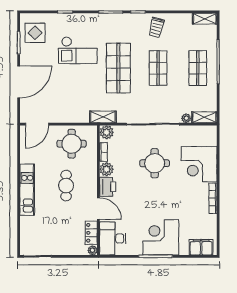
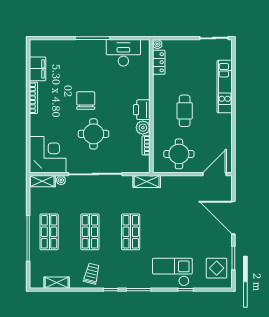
shelving: (205, 19) -> (57, 283), moved
checkout: (78, 50) -> (172, 272), moved
shop shelf: (118, 68) -> (131, 232), width x0.70, depth x0.74
door: (19, 82) -> (233, 218), hinge flipped
plant: (107, 132) -> (143, 166), removed
corner desk: (199, 164) -> (48, 155), moved
kitchen unit: (27, 190) -> (225, 87), moved
chair: (162, 196) -> (86, 101), added
door: (98, 209) -> (151, 87), removed
corner desk: (161, 237) -> (87, 58), removed
desk: (113, 238) -> (123, 53), moved, turned -90
filing cabinet: (201, 247) -> (37, 69), moved, turned -90

